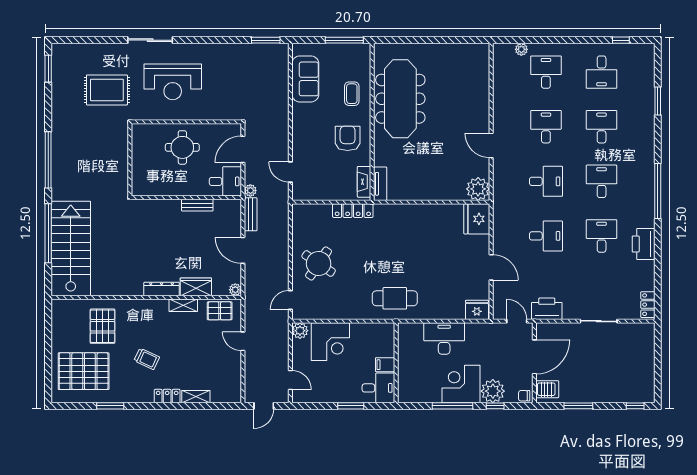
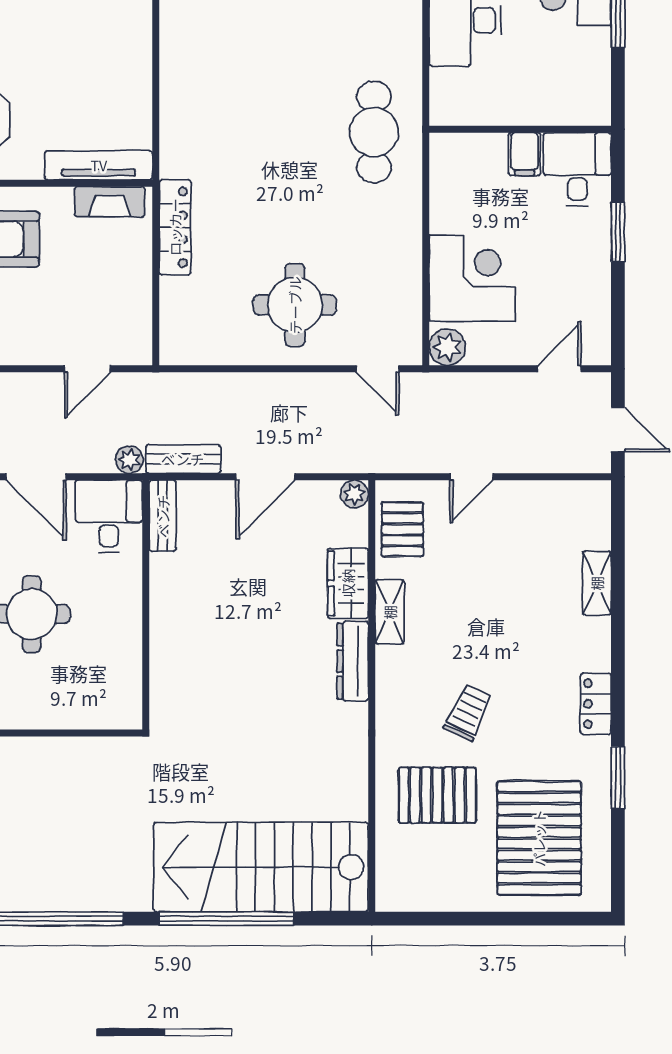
tv unit: (380, 184) -> (99, 165), width x1.41
bench: (197, 205) -> (163, 516), moved
round table: (319, 263) -> (295, 305), turned -34
trolley: (147, 359) -> (468, 713), moved
locker: (167, 396) -> (596, 704), moved

